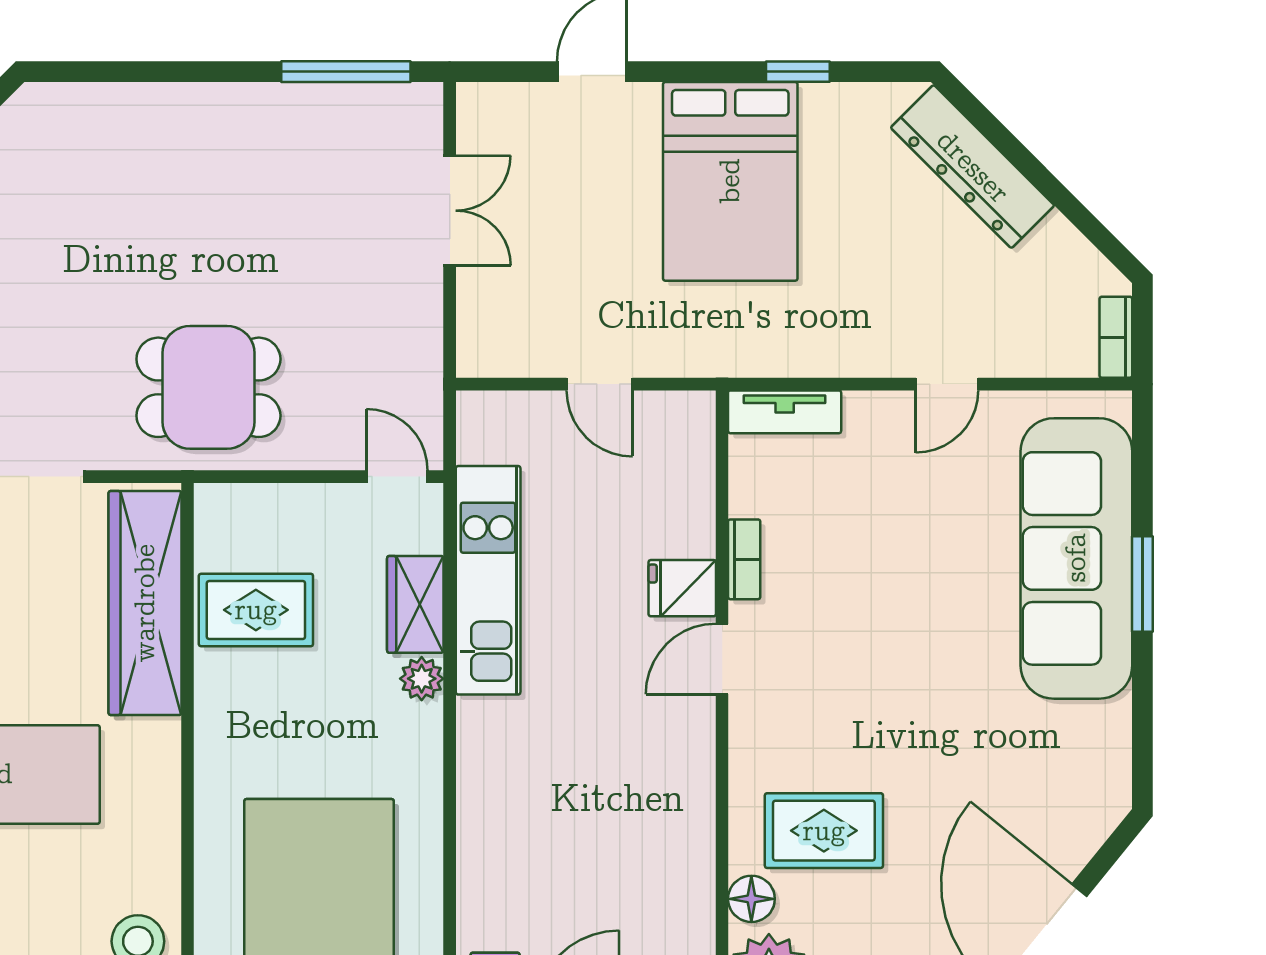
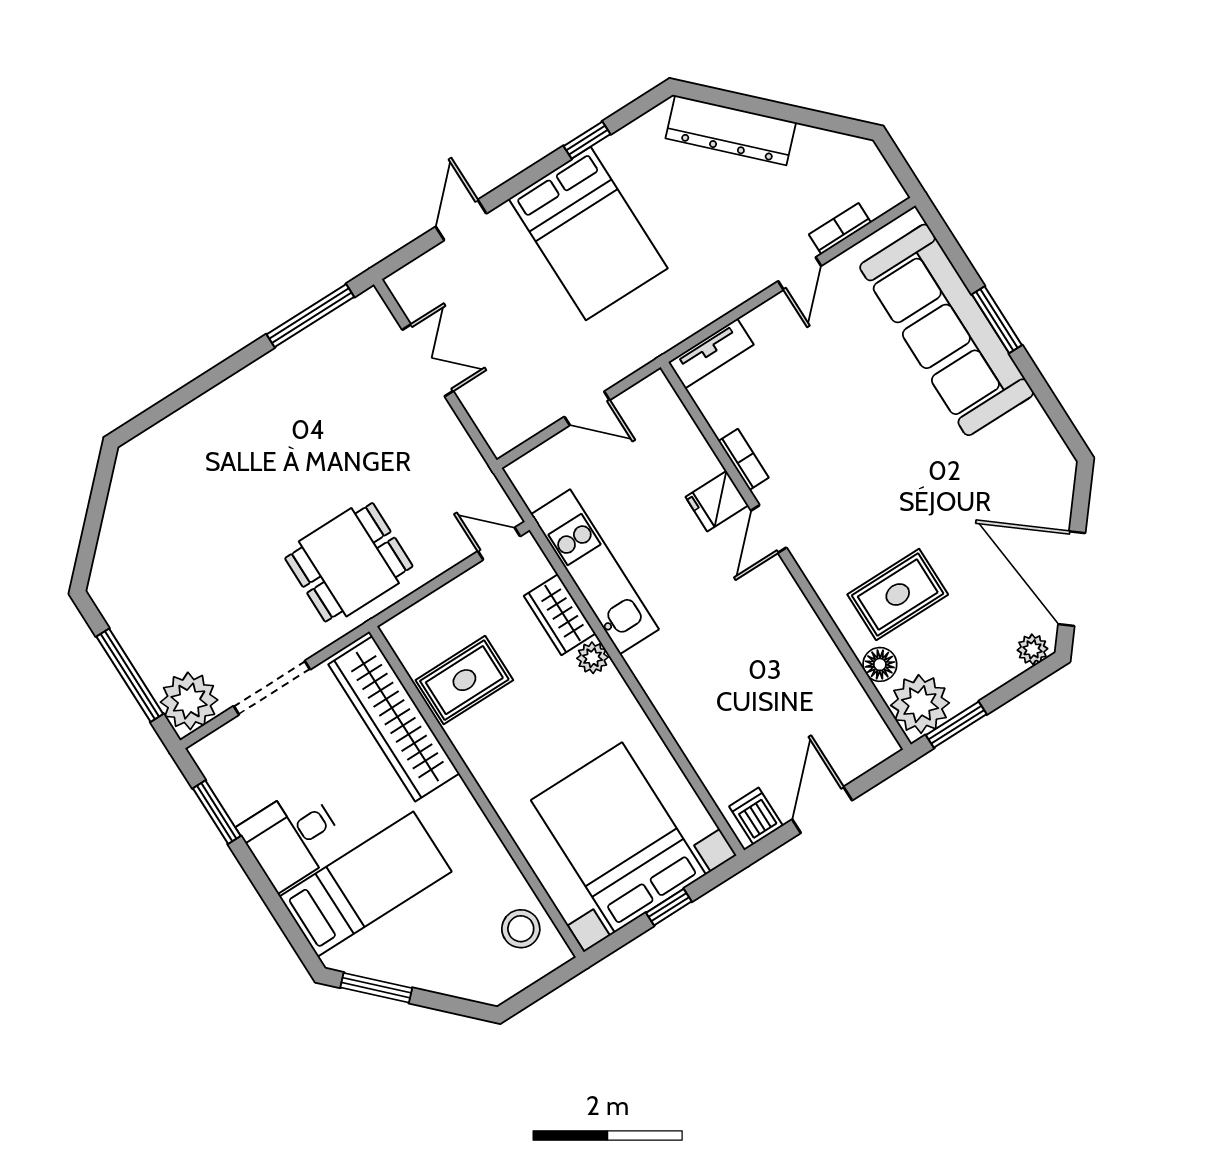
bookcase: (1116, 337) -> (840, 229), moved, turned 90

